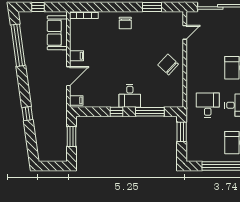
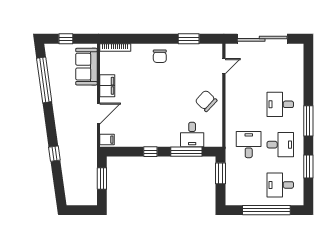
filing cabinet: (77, 56) -> (107, 86), width x2.00
desk: (130, 96) -> (192, 135), moved

